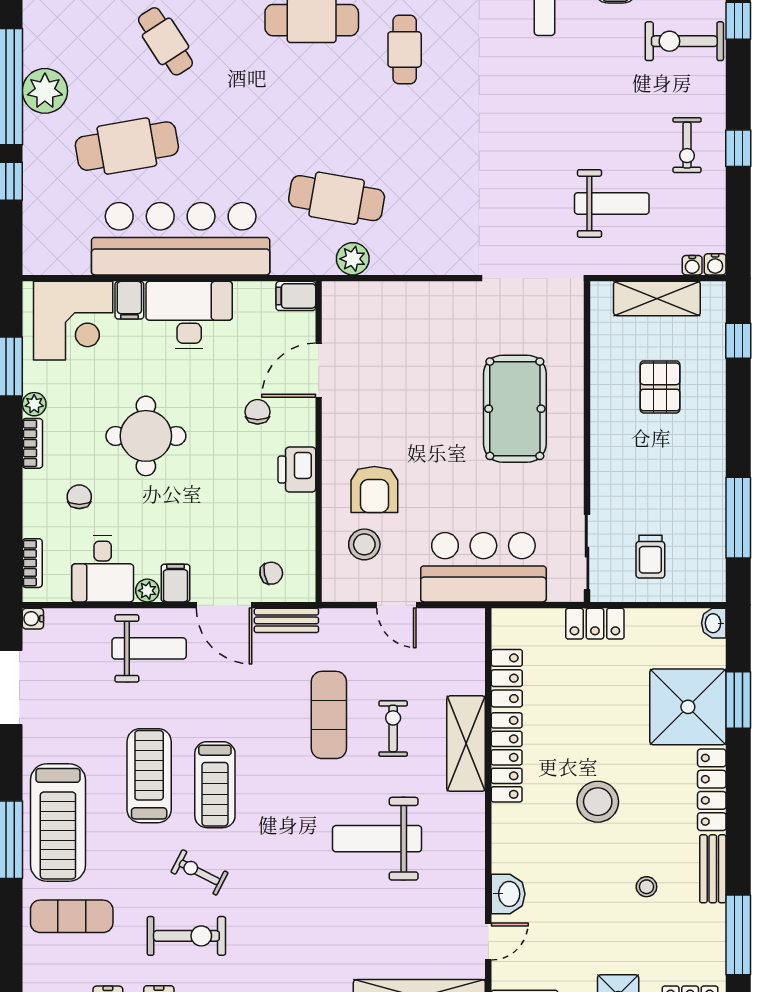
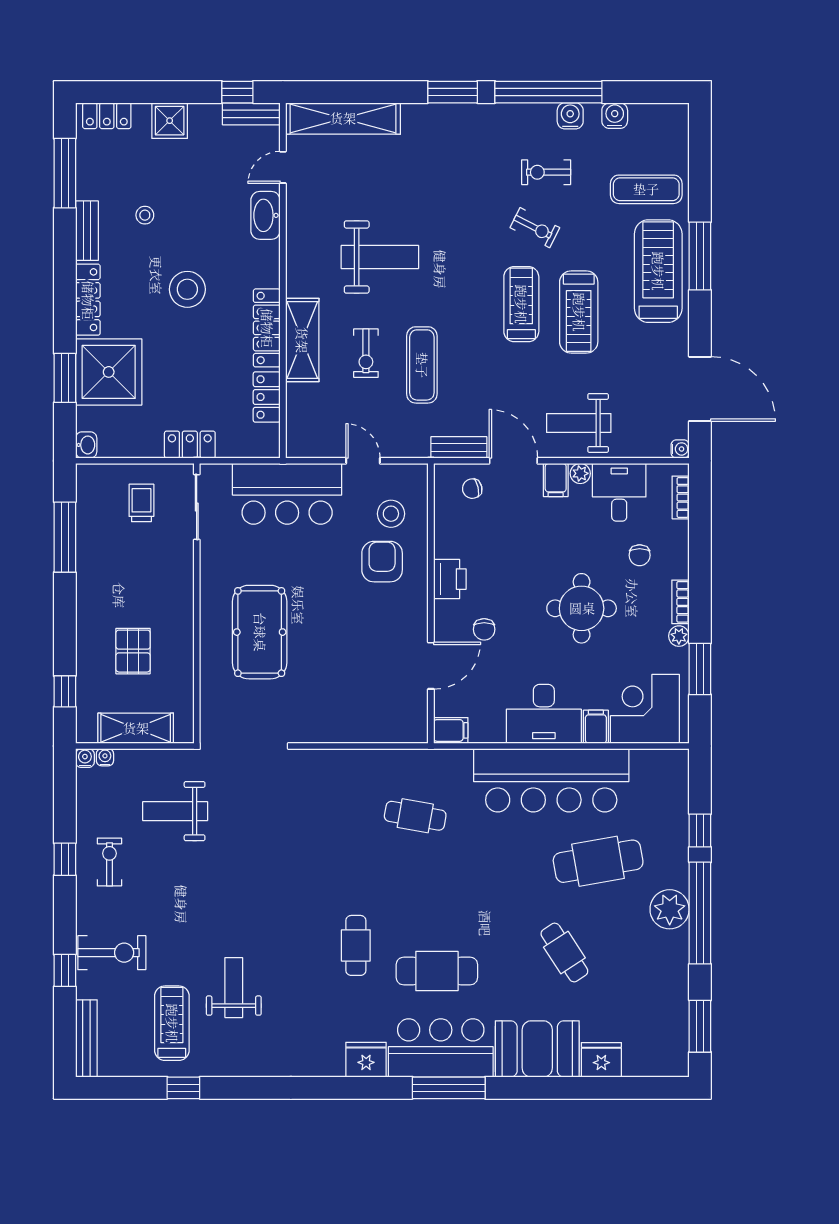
cafe table: (337, 198) -> (415, 816), width x0.73, depth x0.74
plant: (353, 259) -> (401, 763), removed
washbasin: (508, 894) -> (266, 215), width x1.38
exercise bike: (186, 936) -> (546, 172), width x0.73, depth x0.72

